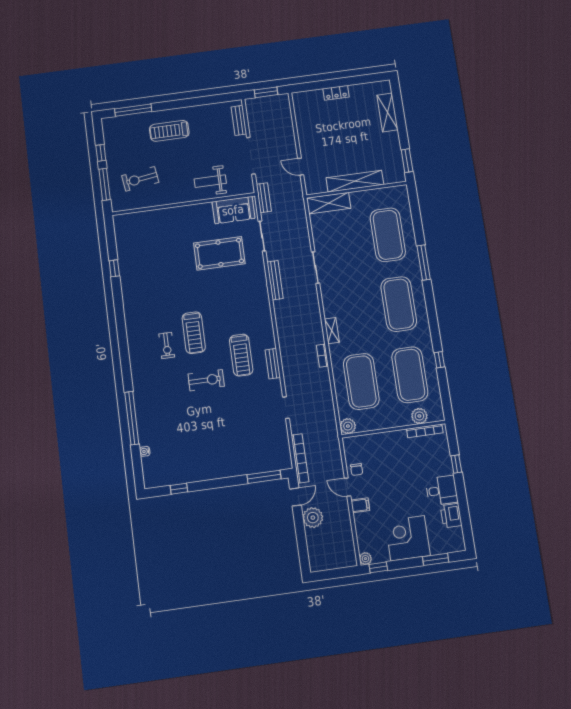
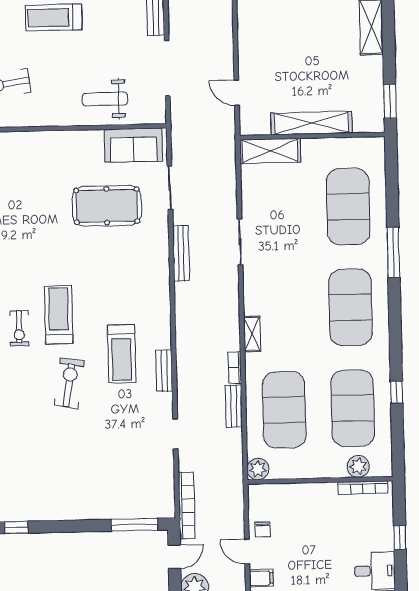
bench: (264, 198) -> (234, 406), moved
treadmill: (194, 333) -> (59, 315), turned 180
exercise bike: (206, 380) -> (69, 383), turned -81

